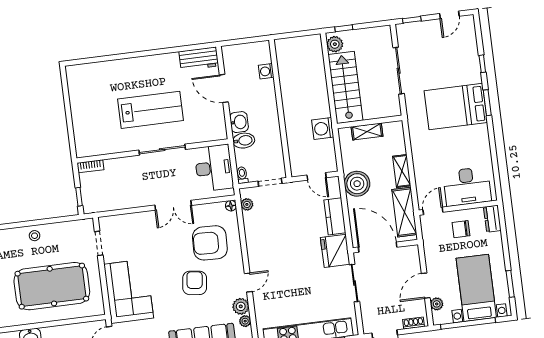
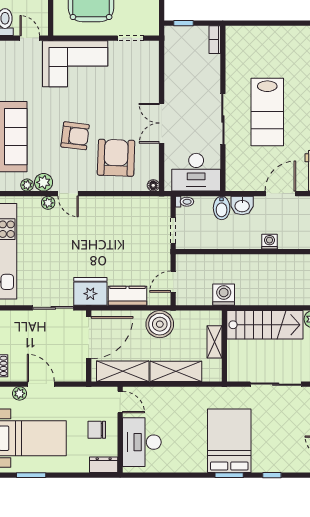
washing machine: (266, 71) -> (270, 242), moved
shelving: (402, 171) -> (176, 371), width x1.50, depth x1.33
plant: (247, 204) -> (48, 203), moved
chair: (461, 229) -> (97, 430), turned -90

